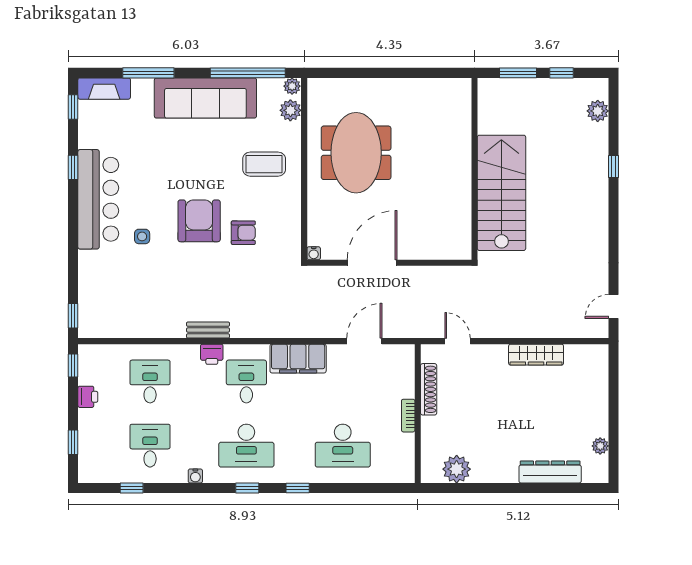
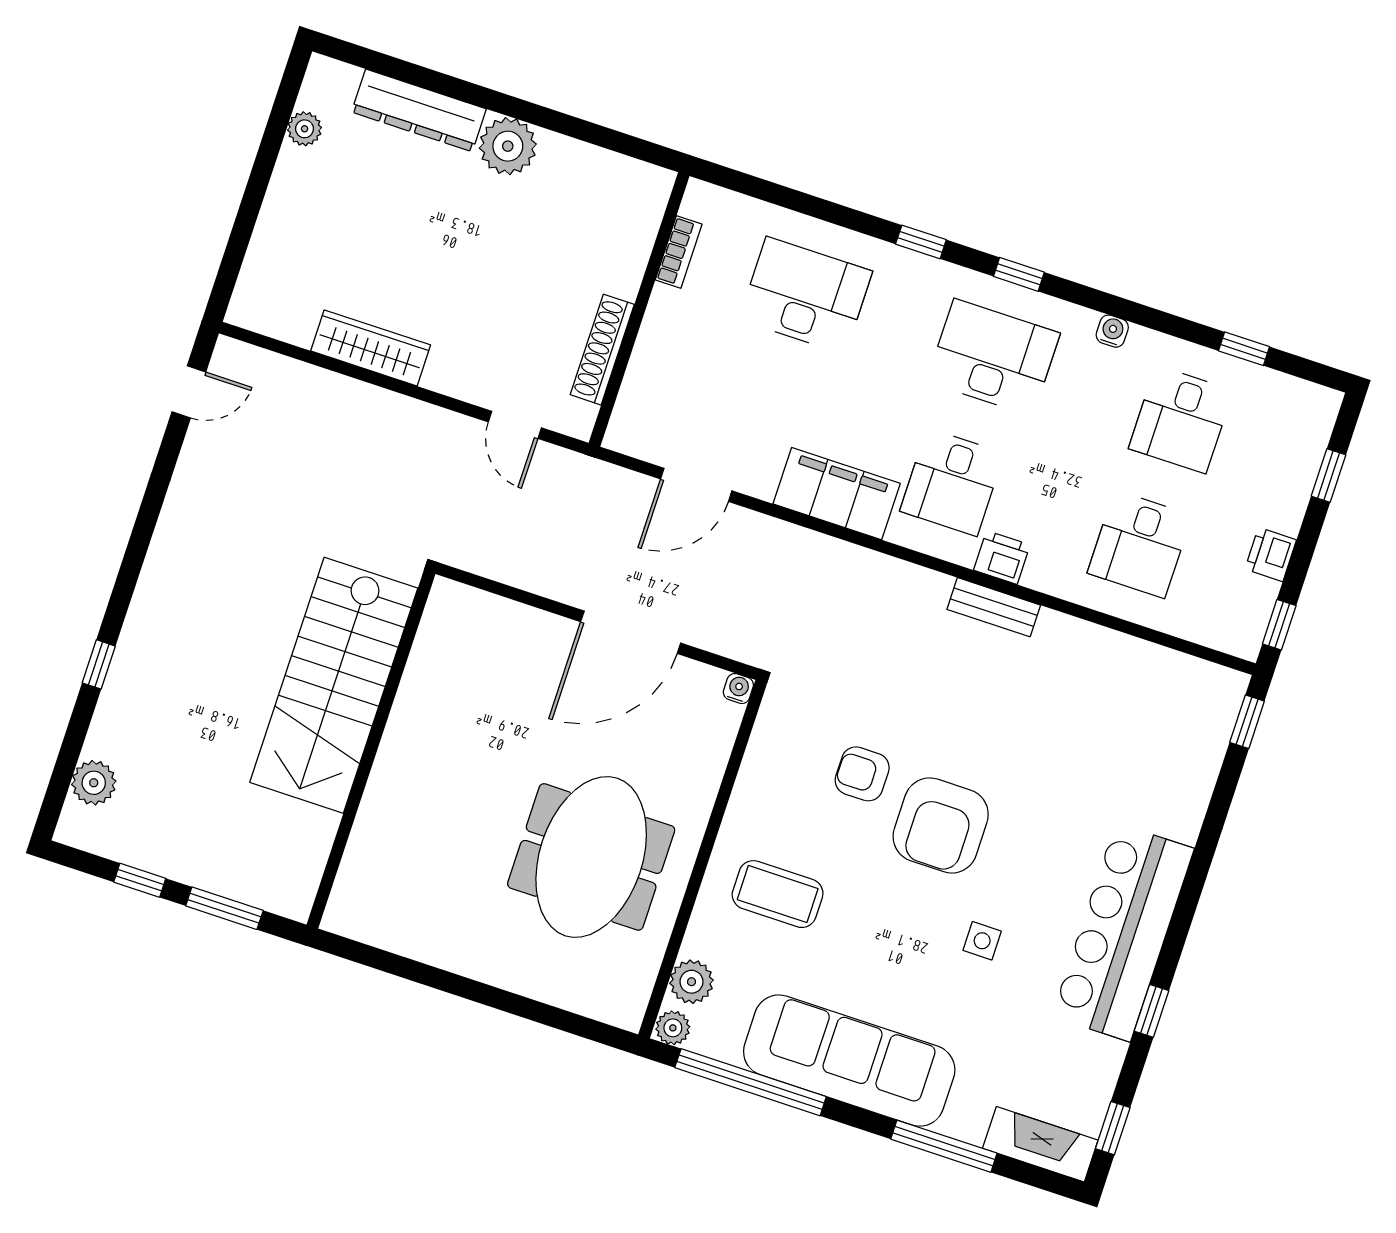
side table: (142, 236) -> (982, 941), moved
bookcase: (408, 416) -> (679, 252), moved
plant: (457, 469) -> (508, 146), moved

